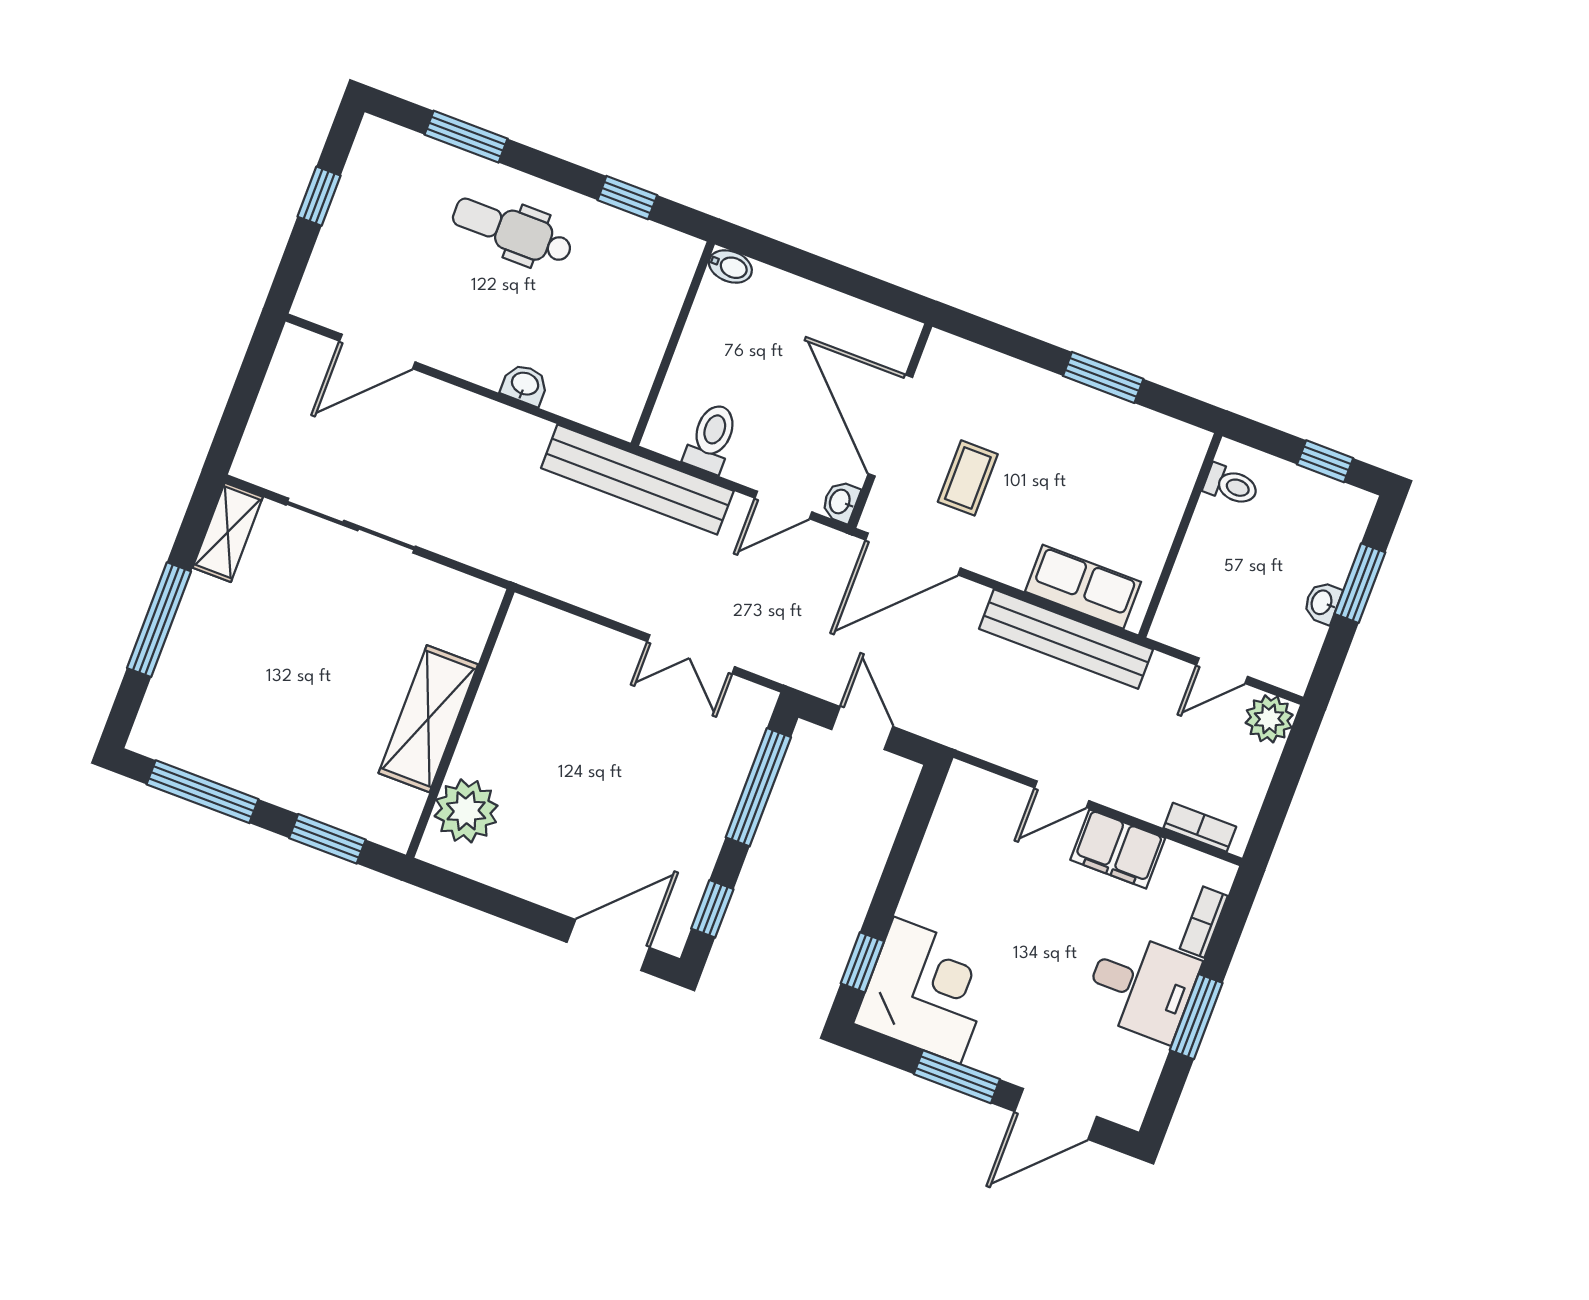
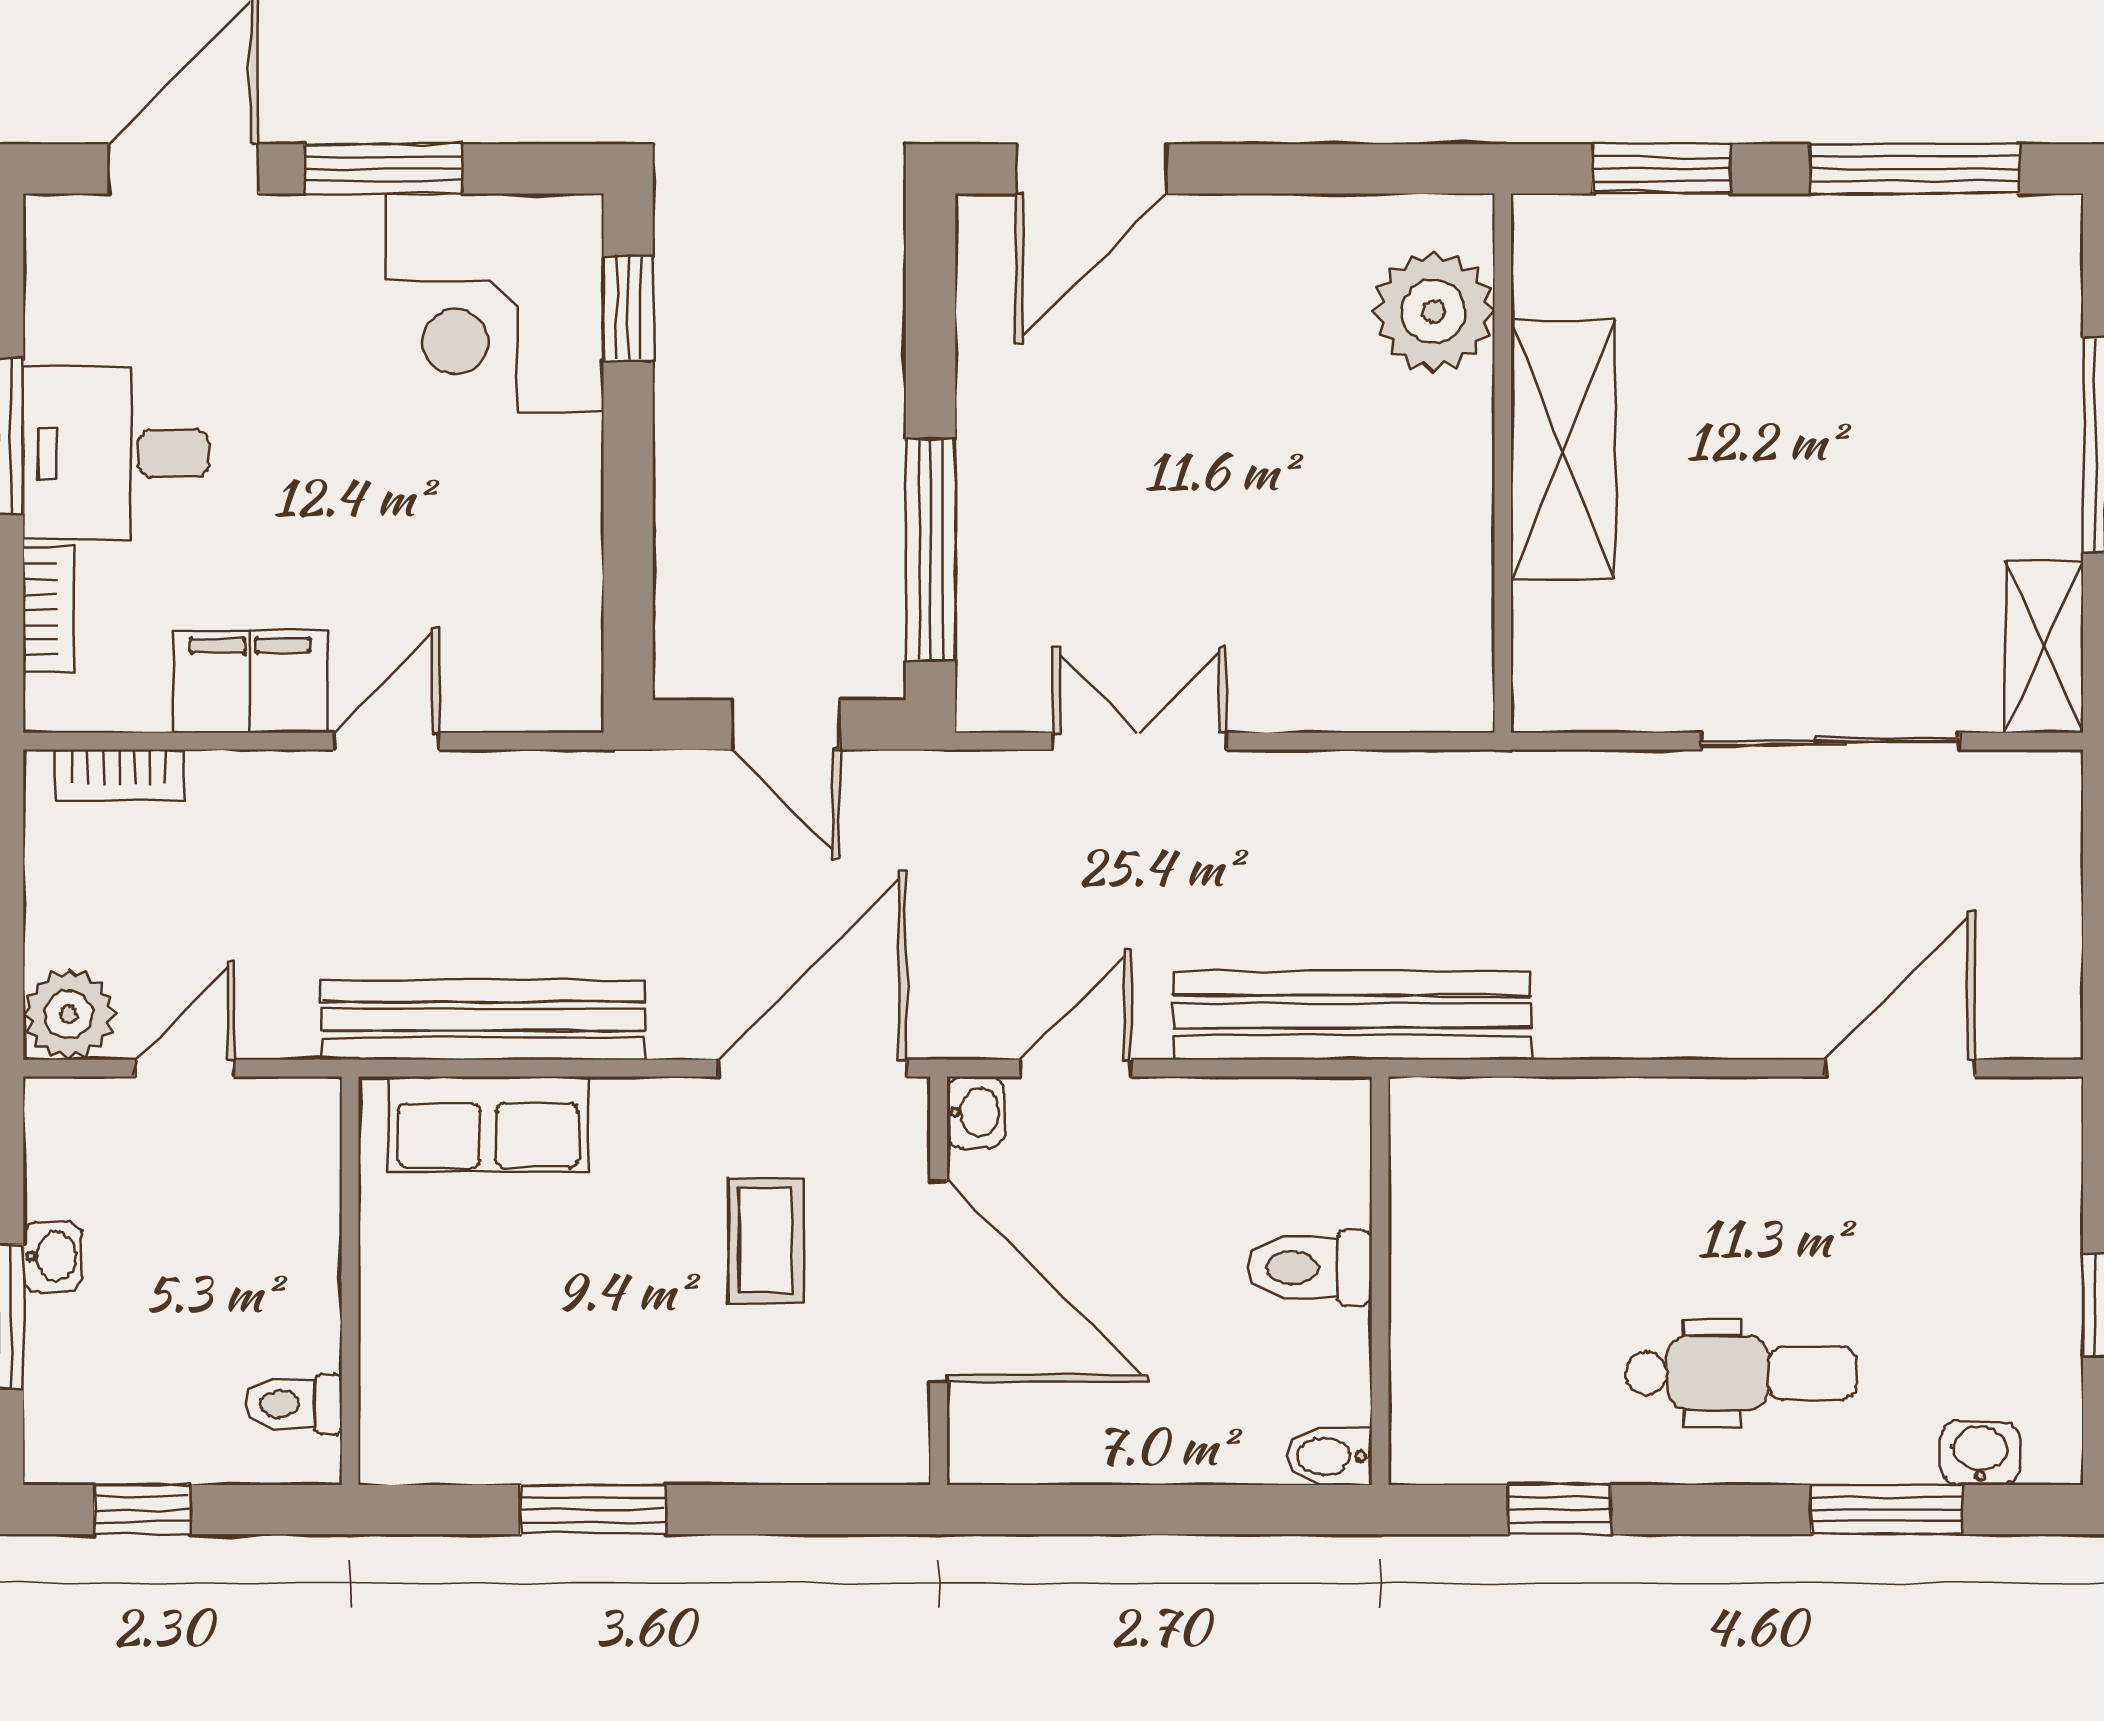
washbasin: (525, 385) -> (1980, 1453), moved, turned 180
toilet: (711, 438) -> (1309, 1268), moved, turned 90
window: (712, 909) -> (930, 303), removed

